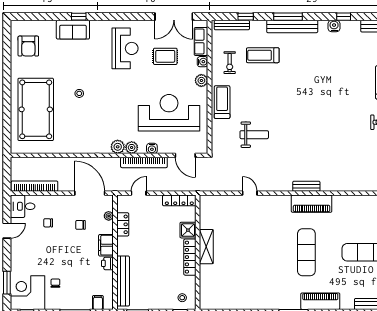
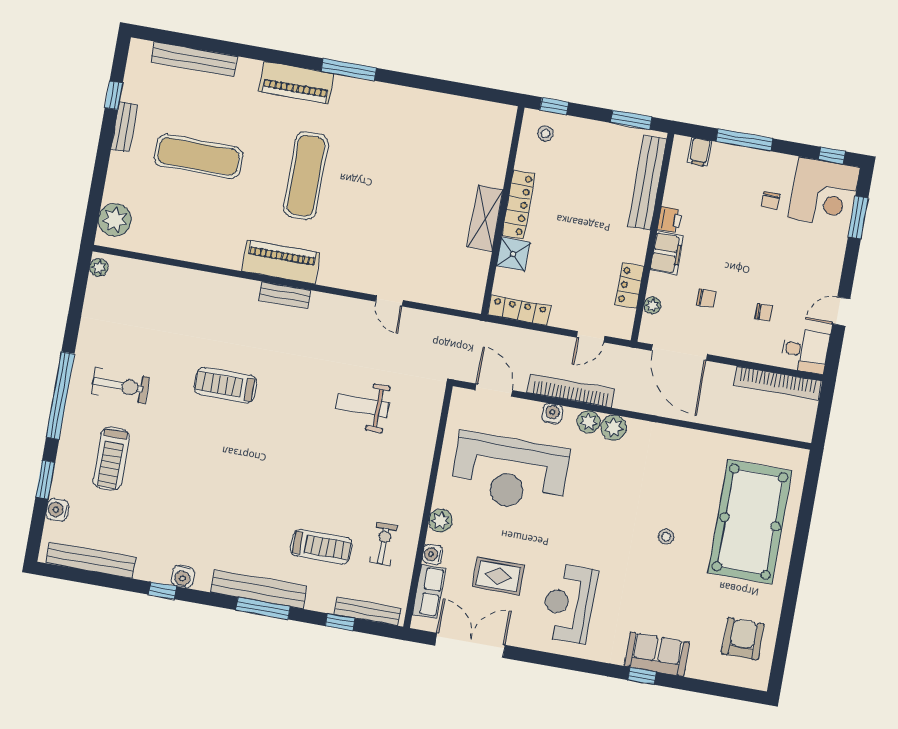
treadmill: (222, 102) -> (225, 385), moved, turned 90

